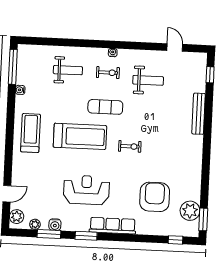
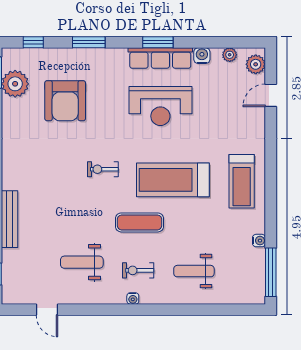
row of seats: (113, 226) -> (160, 58), moved
window: (49, 234) -> (89, 42), moved

